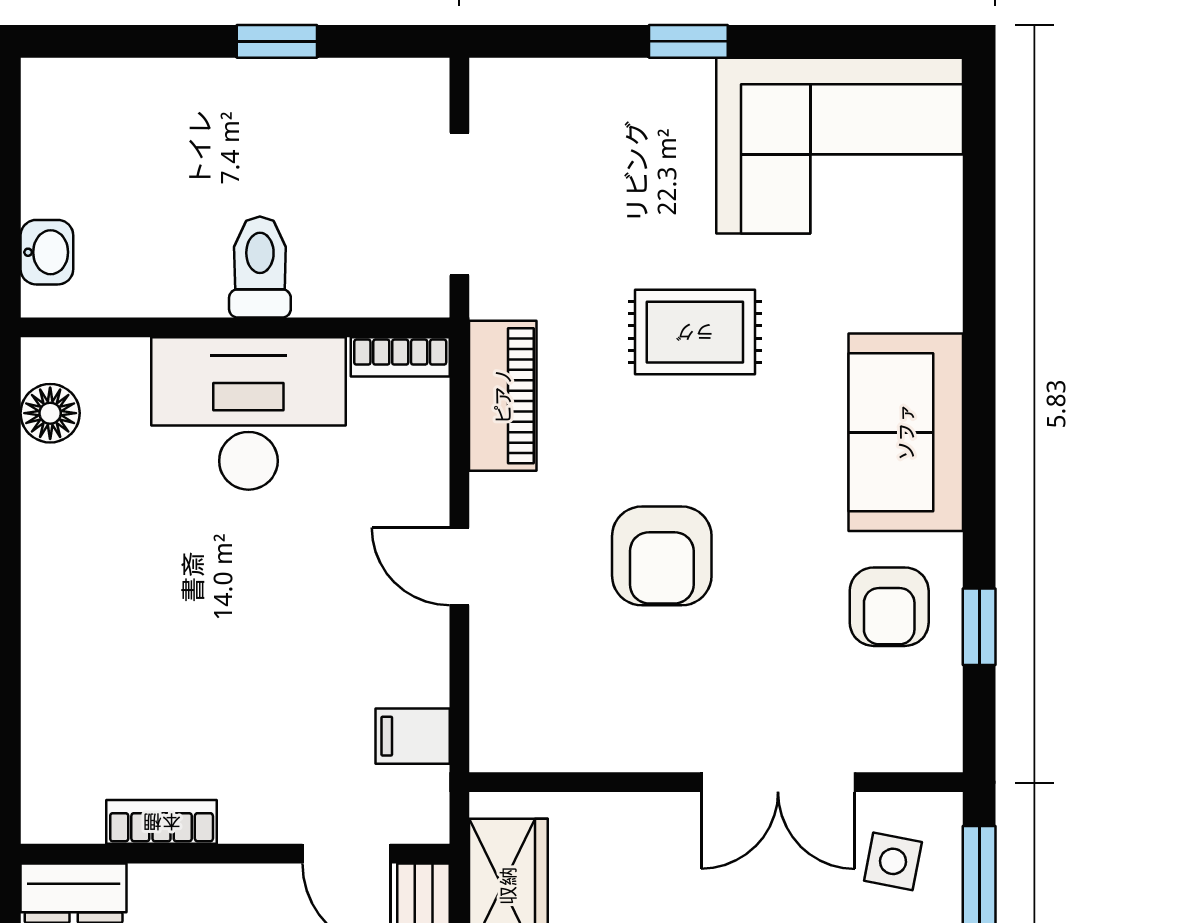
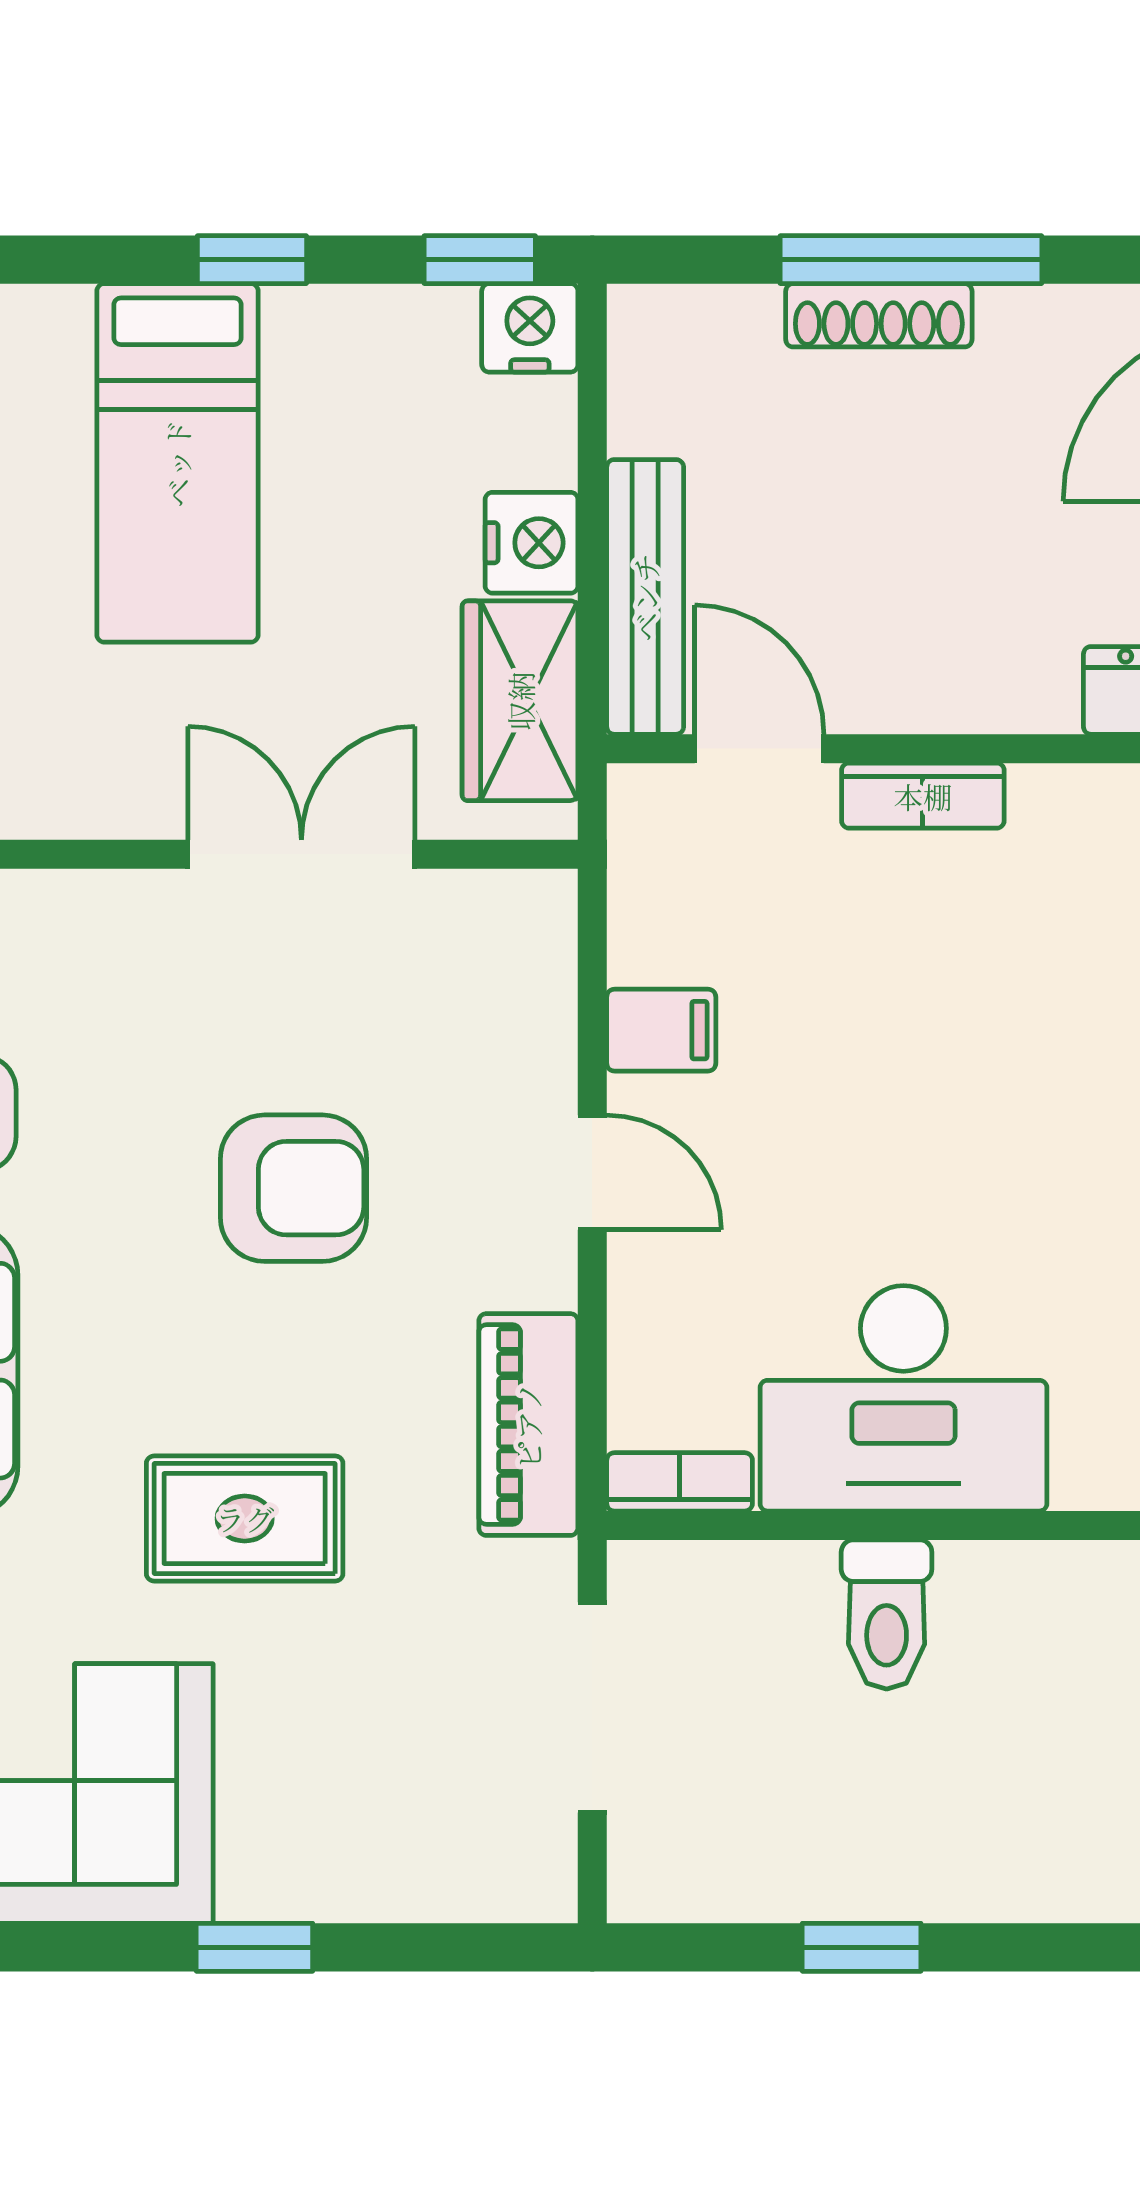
armchair: (662, 556) -> (294, 1188), turned 90
filing cabinet: (413, 736) -> (661, 1030), moved
double door: (778, 782) -> (301, 854), moved
bookcase: (162, 822) -> (923, 796), moved

